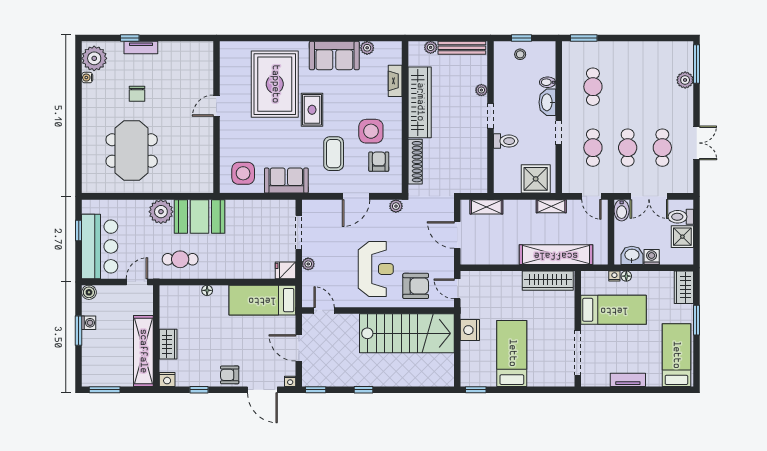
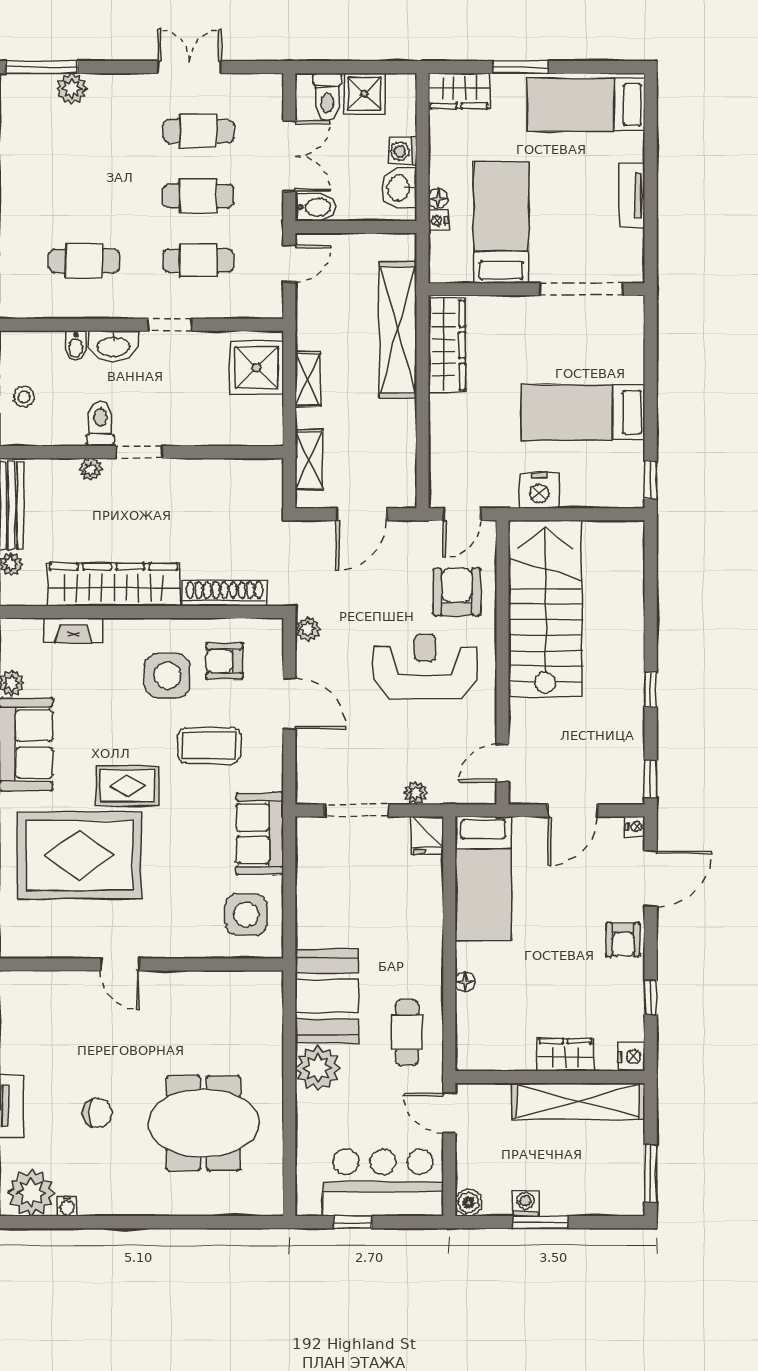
toilet: (506, 141) -> (100, 424), moved
shelving: (551, 206) -> (308, 379), moved

